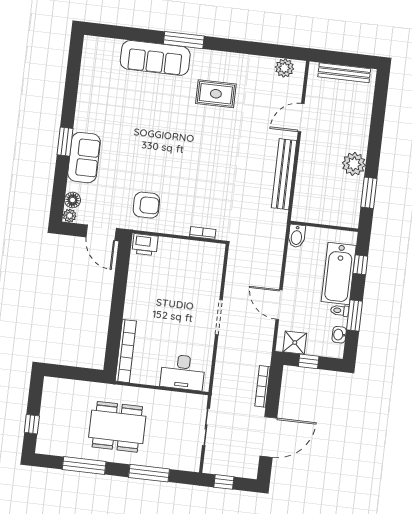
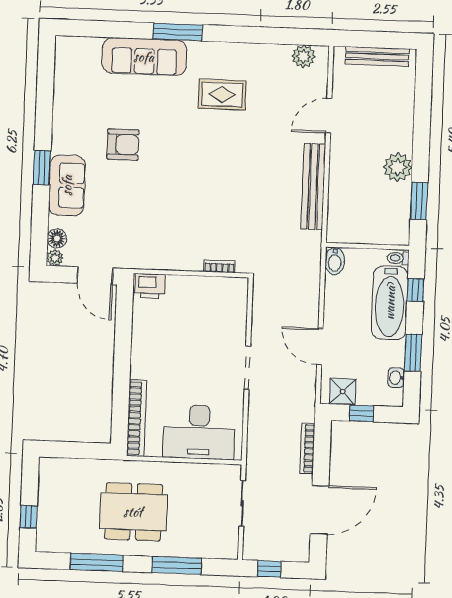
armchair: (146, 205) -> (123, 144), moved
toilet: (340, 311) -> (398, 258), moved
desk: (183, 372) -> (199, 432), width x1.36, depth x1.30

